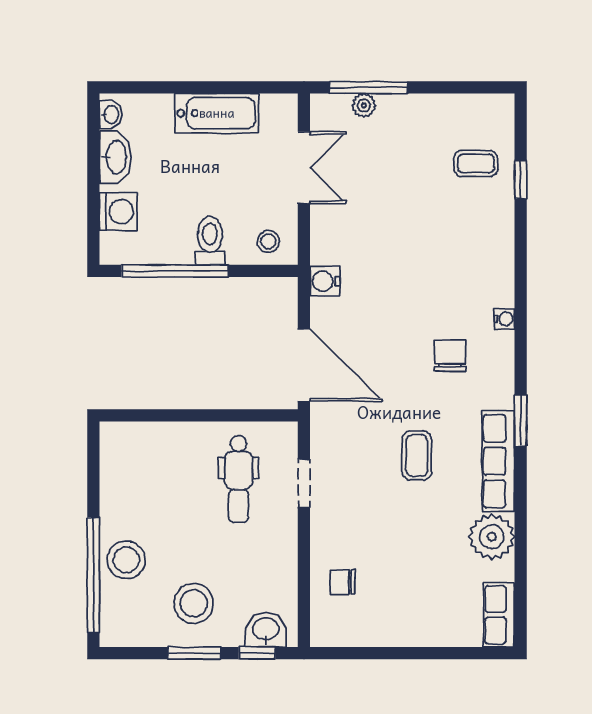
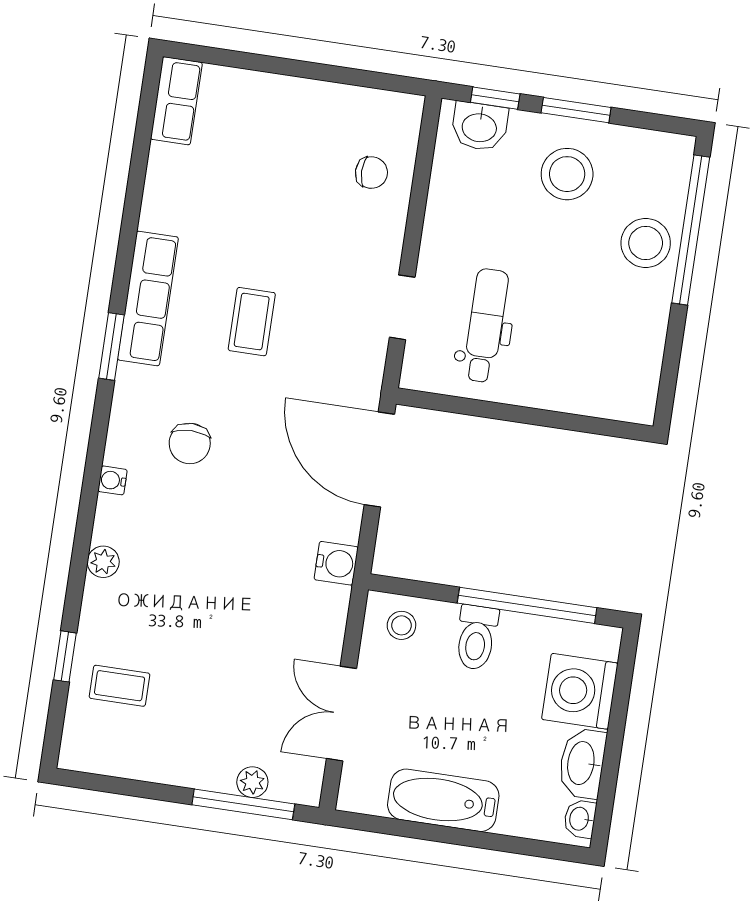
washing machine: (118, 212) -> (580, 691), width x1.37, depth x1.37
plant: (492, 537) -> (103, 562), moved, width x0.53, depth x0.53

